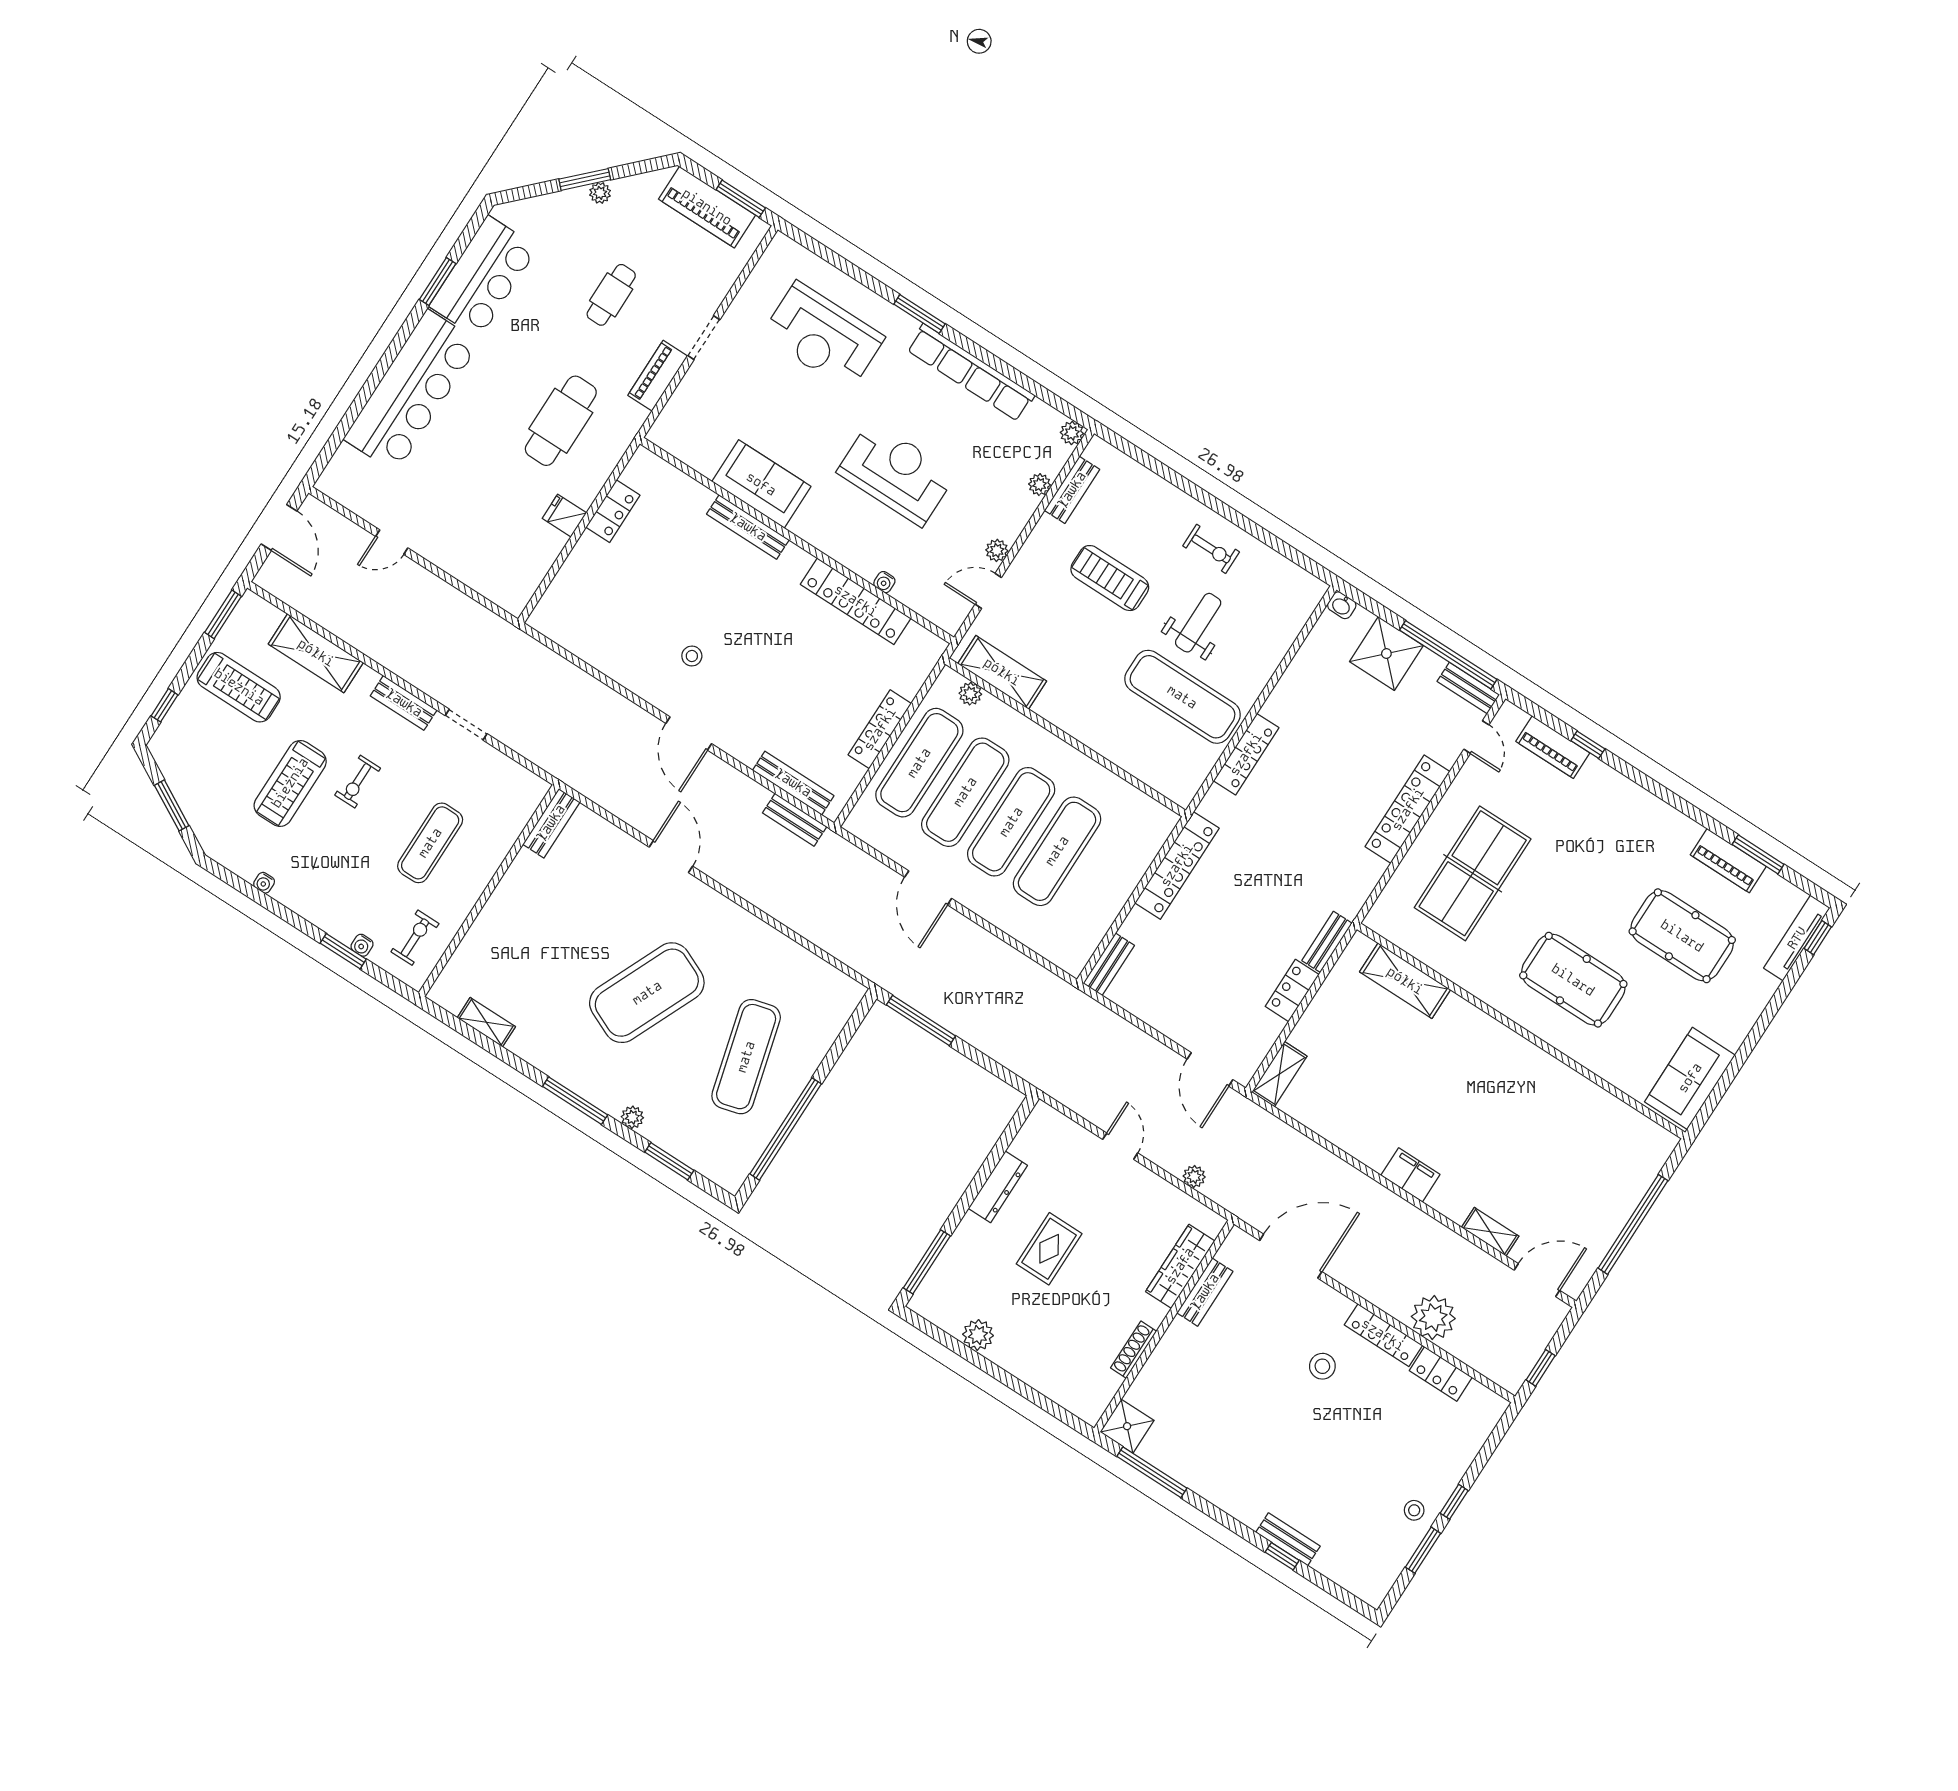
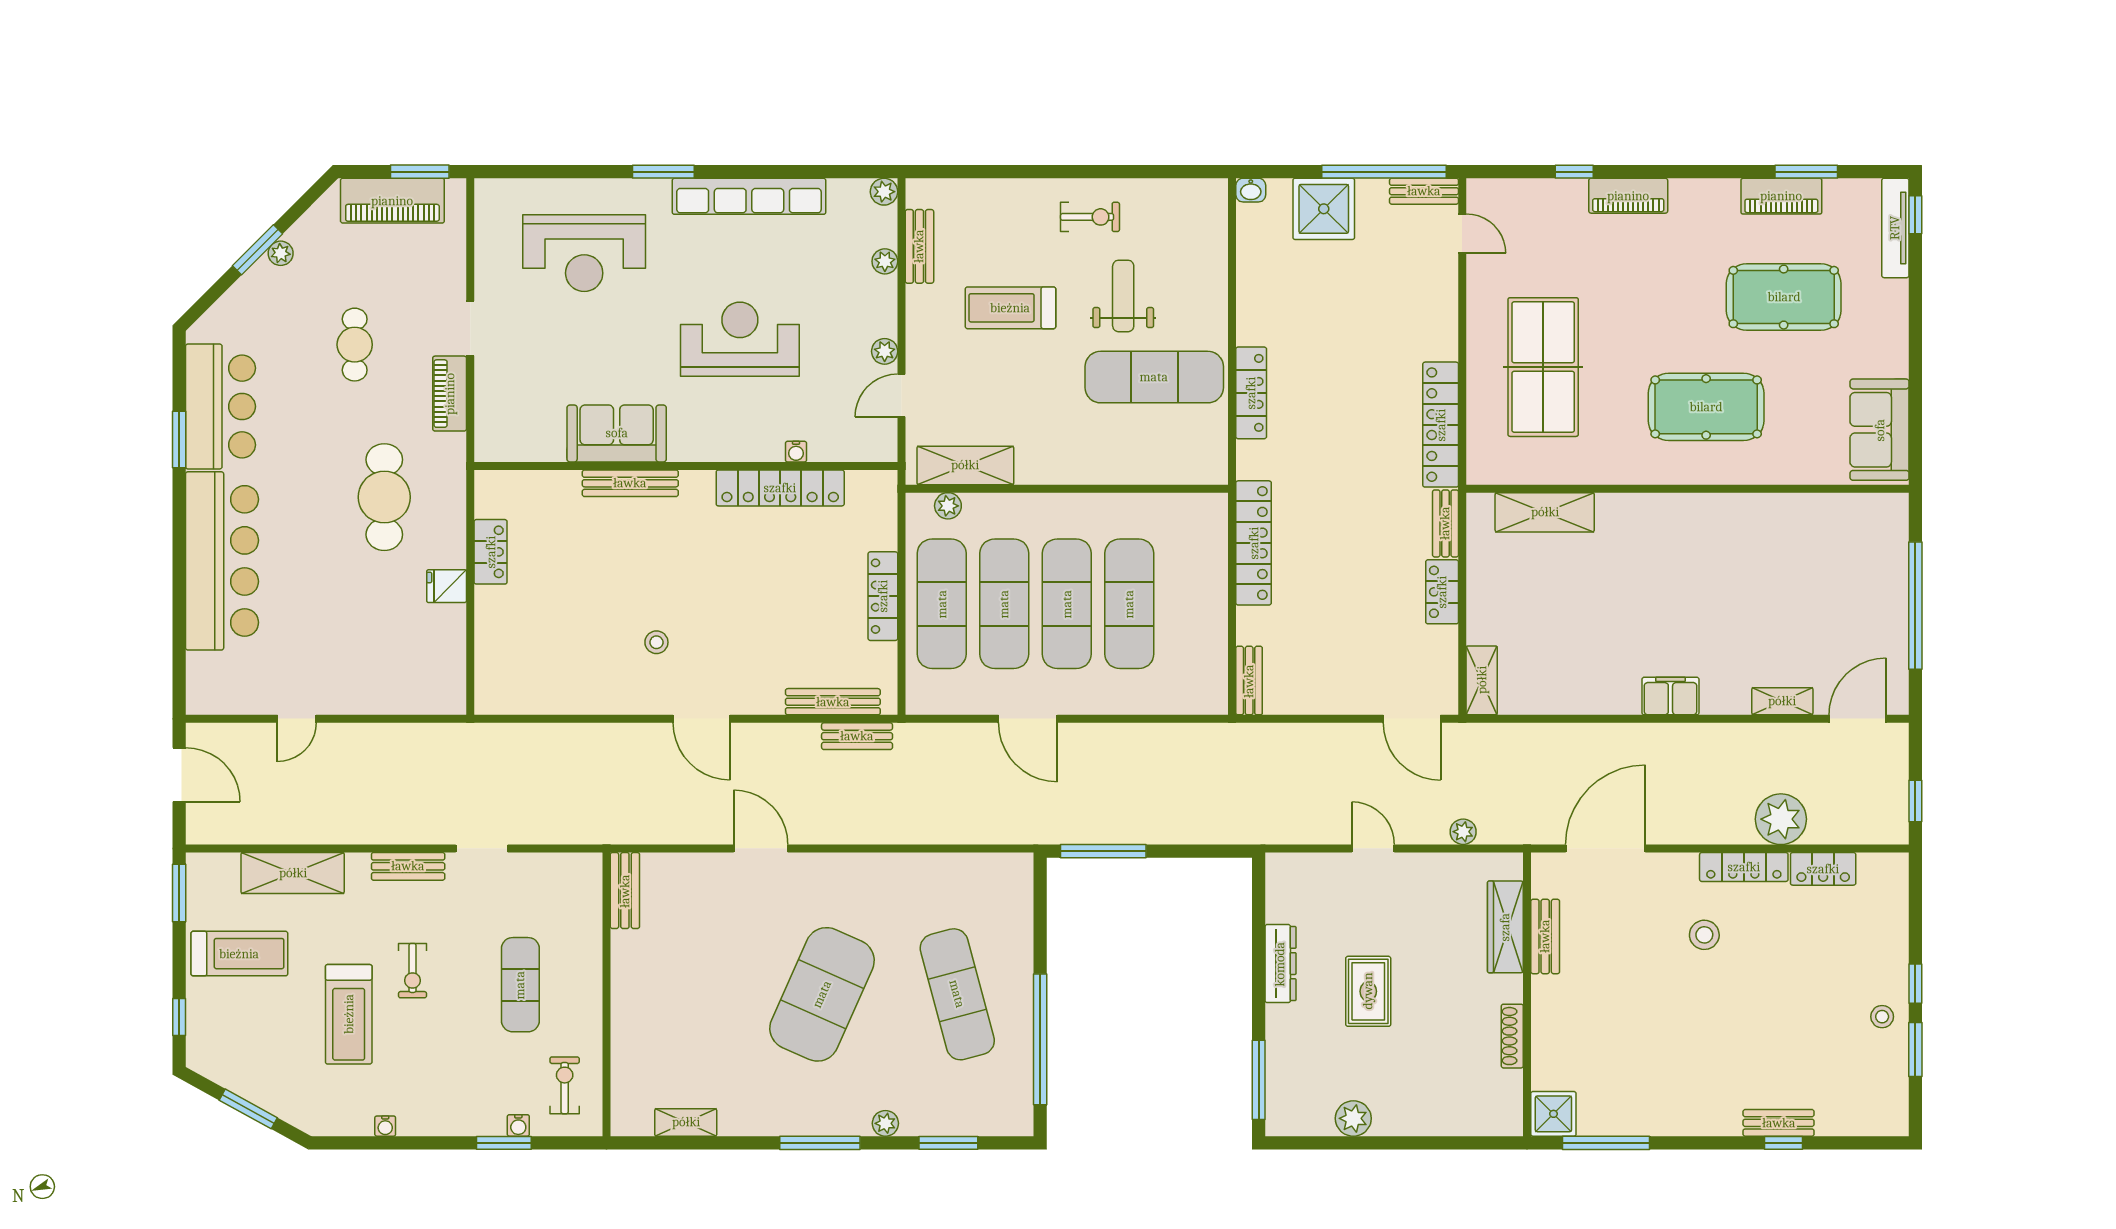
piano: (1553, 747) -> (1628, 196), moved
locker: (1408, 809) -> (1441, 425), moved

